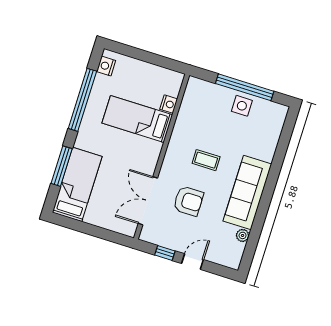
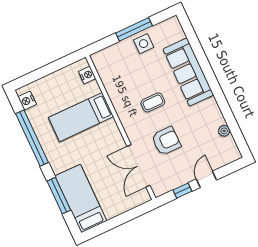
window: (245, 87) -> (134, 29), width x0.68
nightstand: (169, 104) -> (87, 75), moved
sofa: (247, 193) -> (188, 72), moved

